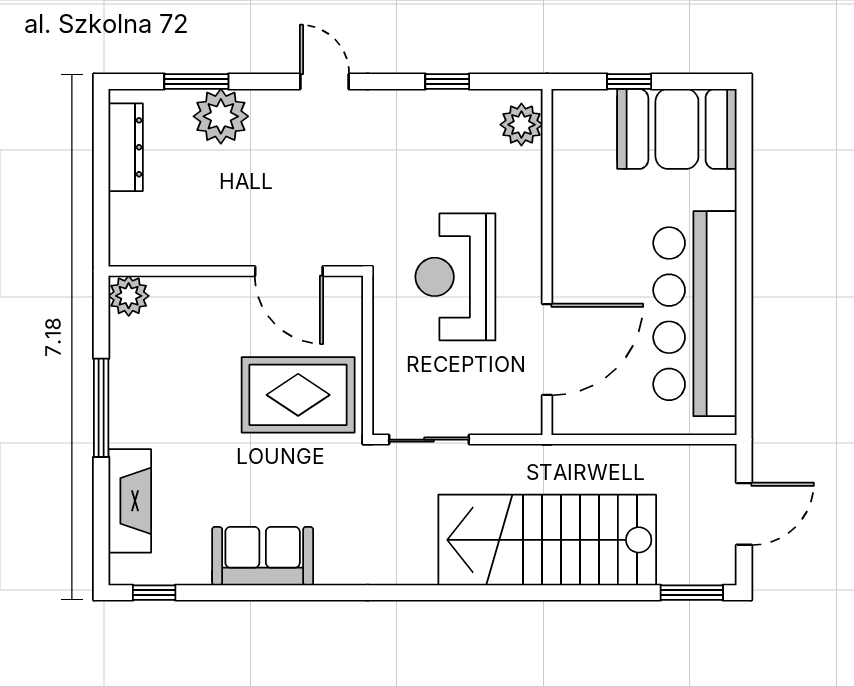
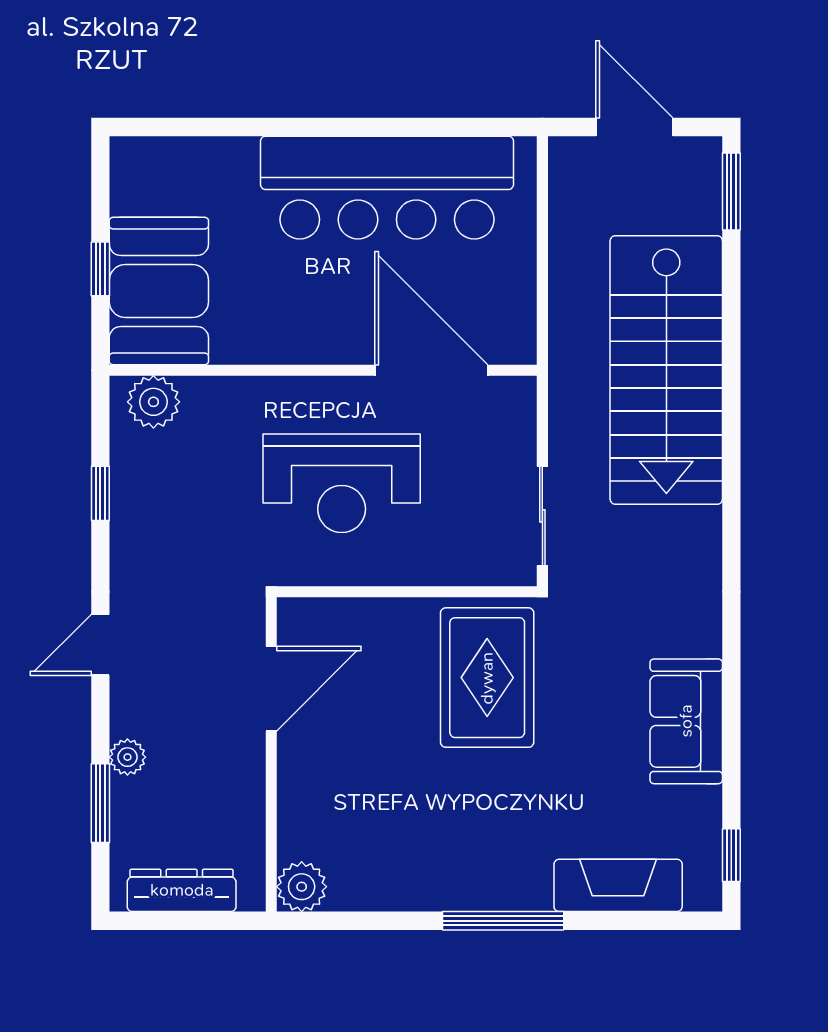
plant: (221, 116) -> (127, 757), width x0.53, depth x0.53
booth: (677, 129) -> (159, 291), moved
wall: (236, 271) -> (271, 754), moved
door: (289, 271) -> (271, 689), moved
plant: (129, 296) -> (302, 887), moved

